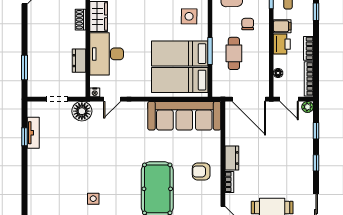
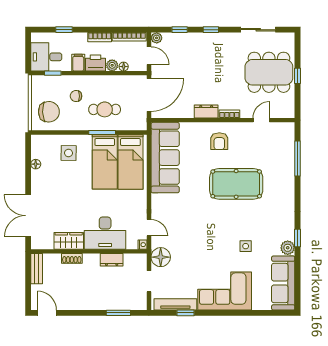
plant: (279, 61) -> (112, 65), added
door: (289, 99) -> (149, 56), hinge flipped
tv unit: (33, 133) -> (175, 304), width x1.41
corner sofa: (47, 177) -> (225, 291), added

